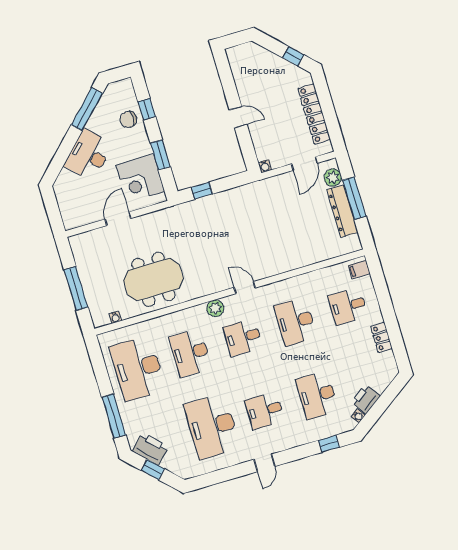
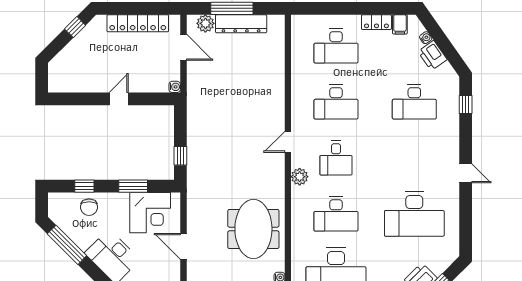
filing cabinet: (359, 270) -> (400, 24), moved
desk: (348, 306) -> (336, 46), width x1.37
desk: (265, 411) -> (414, 158), removed
water cooler: (358, 416) -> (426, 38), moved

